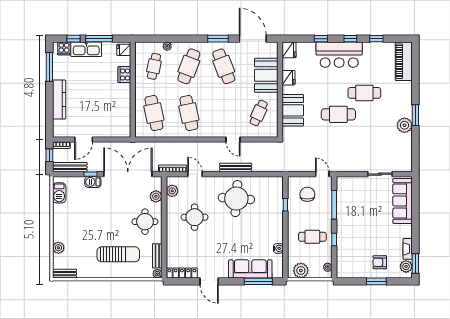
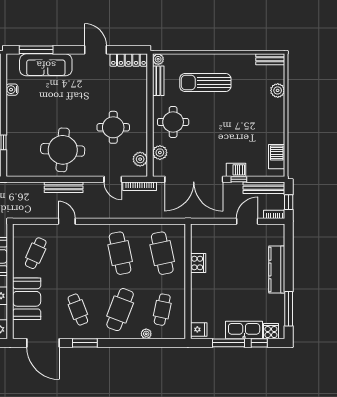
cafe table: (224, 66) -> (78, 310), width x0.73, depth x0.74
cooker: (124, 75) -> (198, 263), moved

